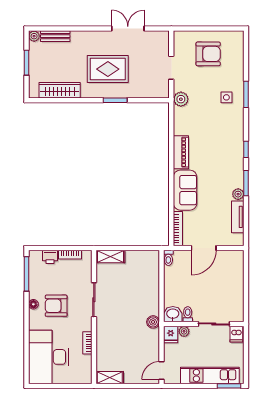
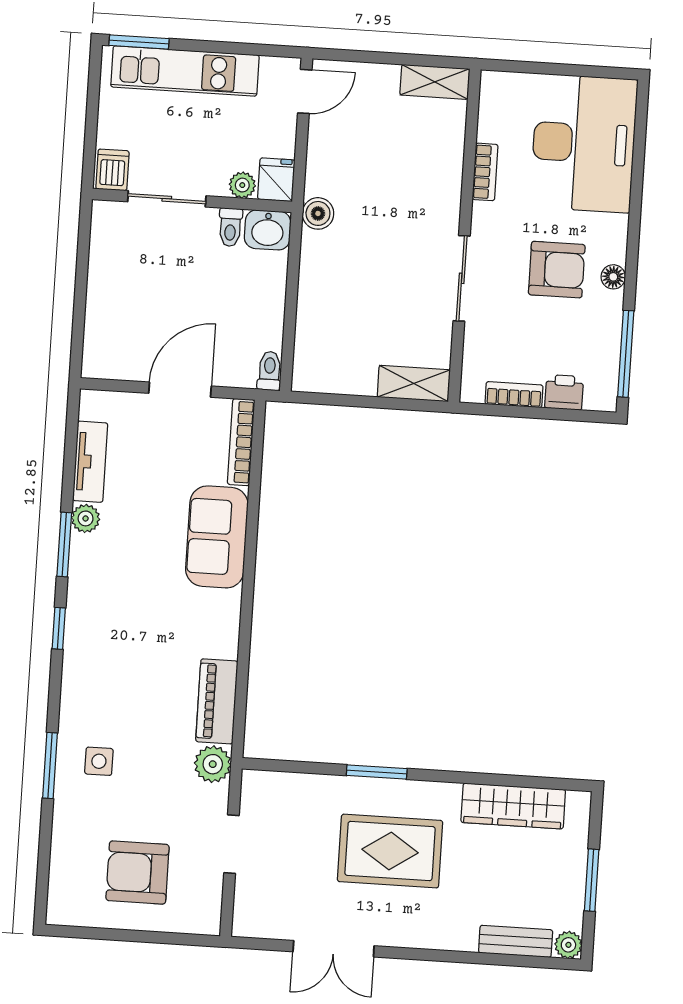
piano: (181, 152) -> (217, 701), moved

